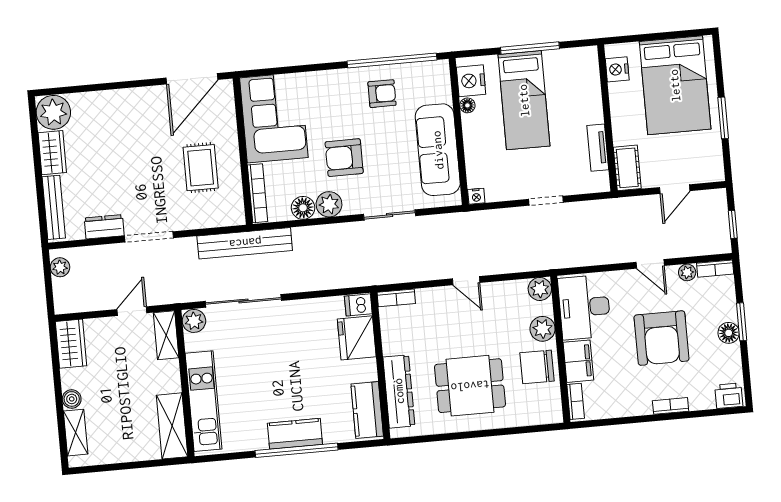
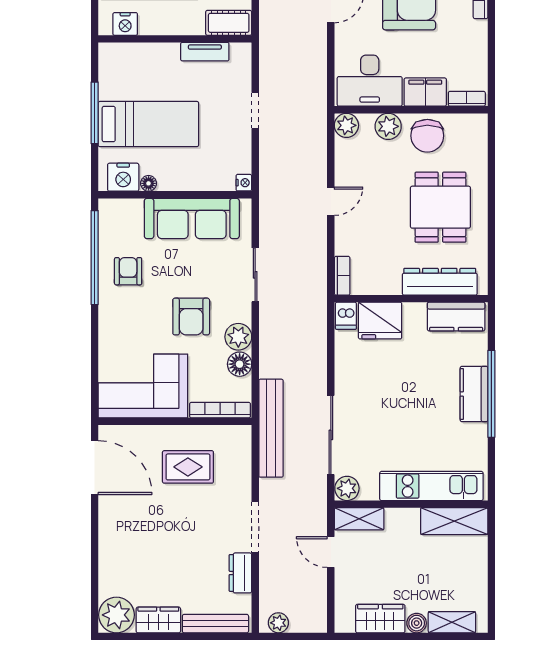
wardrobe: (71, 344) -> (380, 619), moved

